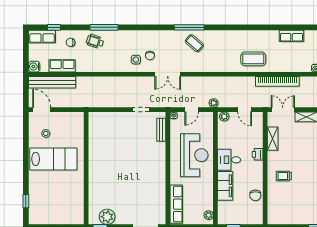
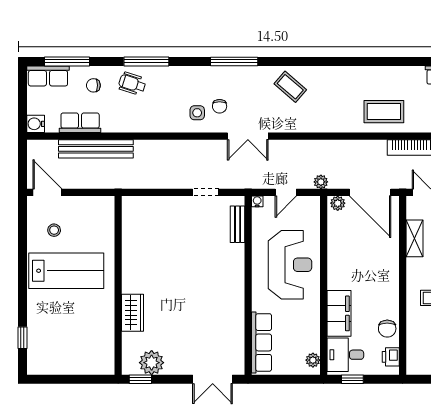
window: (54, 27) -> (67, 61), width x2.17
window: (189, 27) -> (234, 61), moved
bench: (52, 82) -> (96, 149), moved
door: (245, 110) -> (370, 192), width x1.88
printer: (258, 154) -> (391, 357), moved
desk: (229, 160) -> (345, 355), moved
wardrobe: (95, 185) -> (132, 313), added

